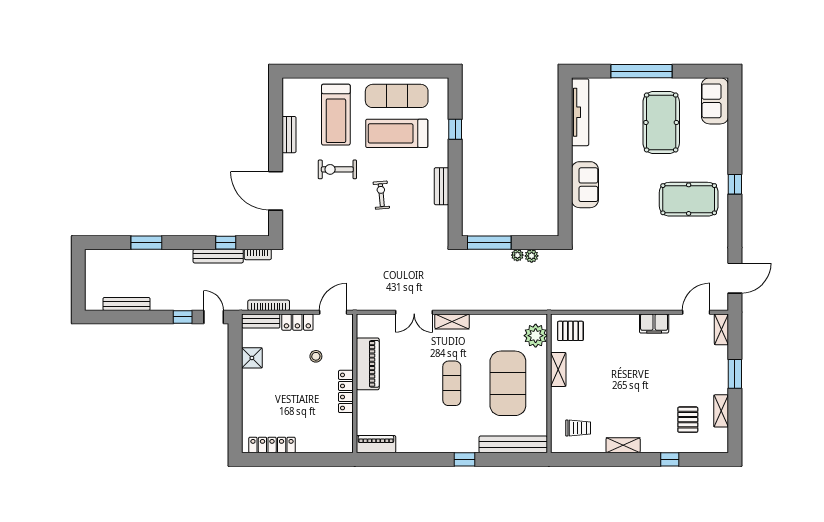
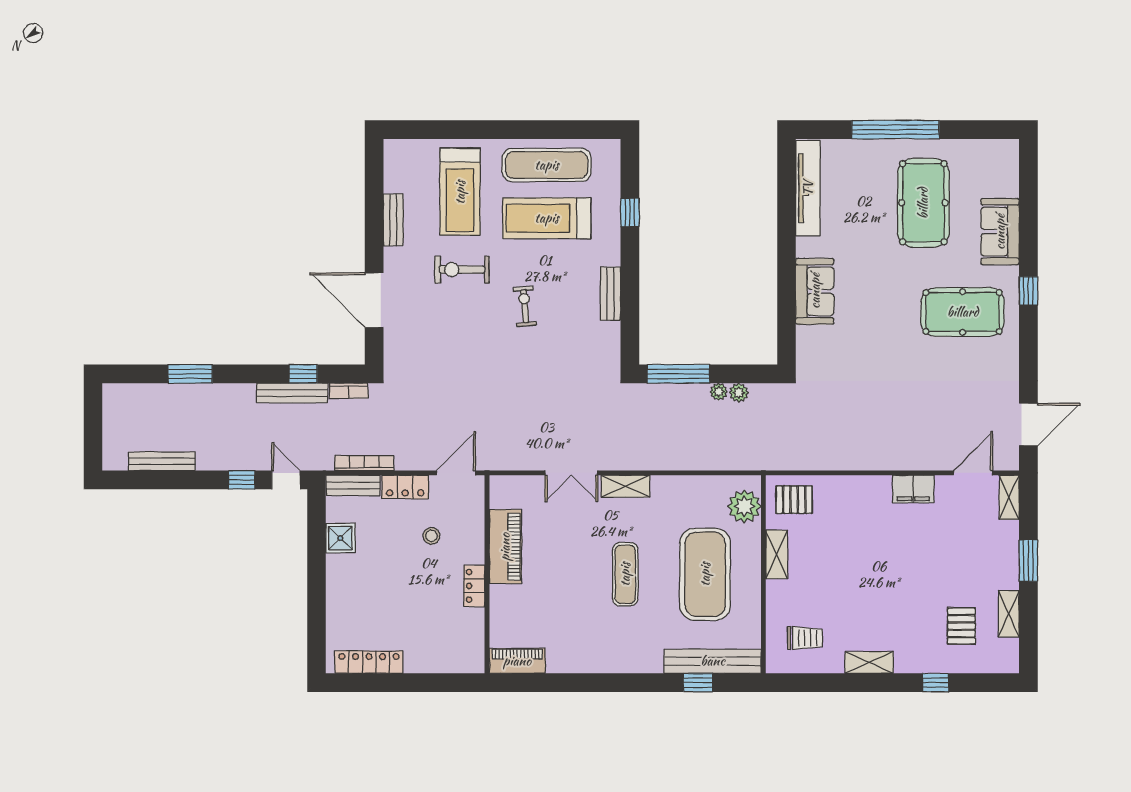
sofa: (715, 101) -> (1000, 232), moved
locker: (346, 391) -> (474, 586), width x0.66
window: (464, 459) -> (698, 683), moved

